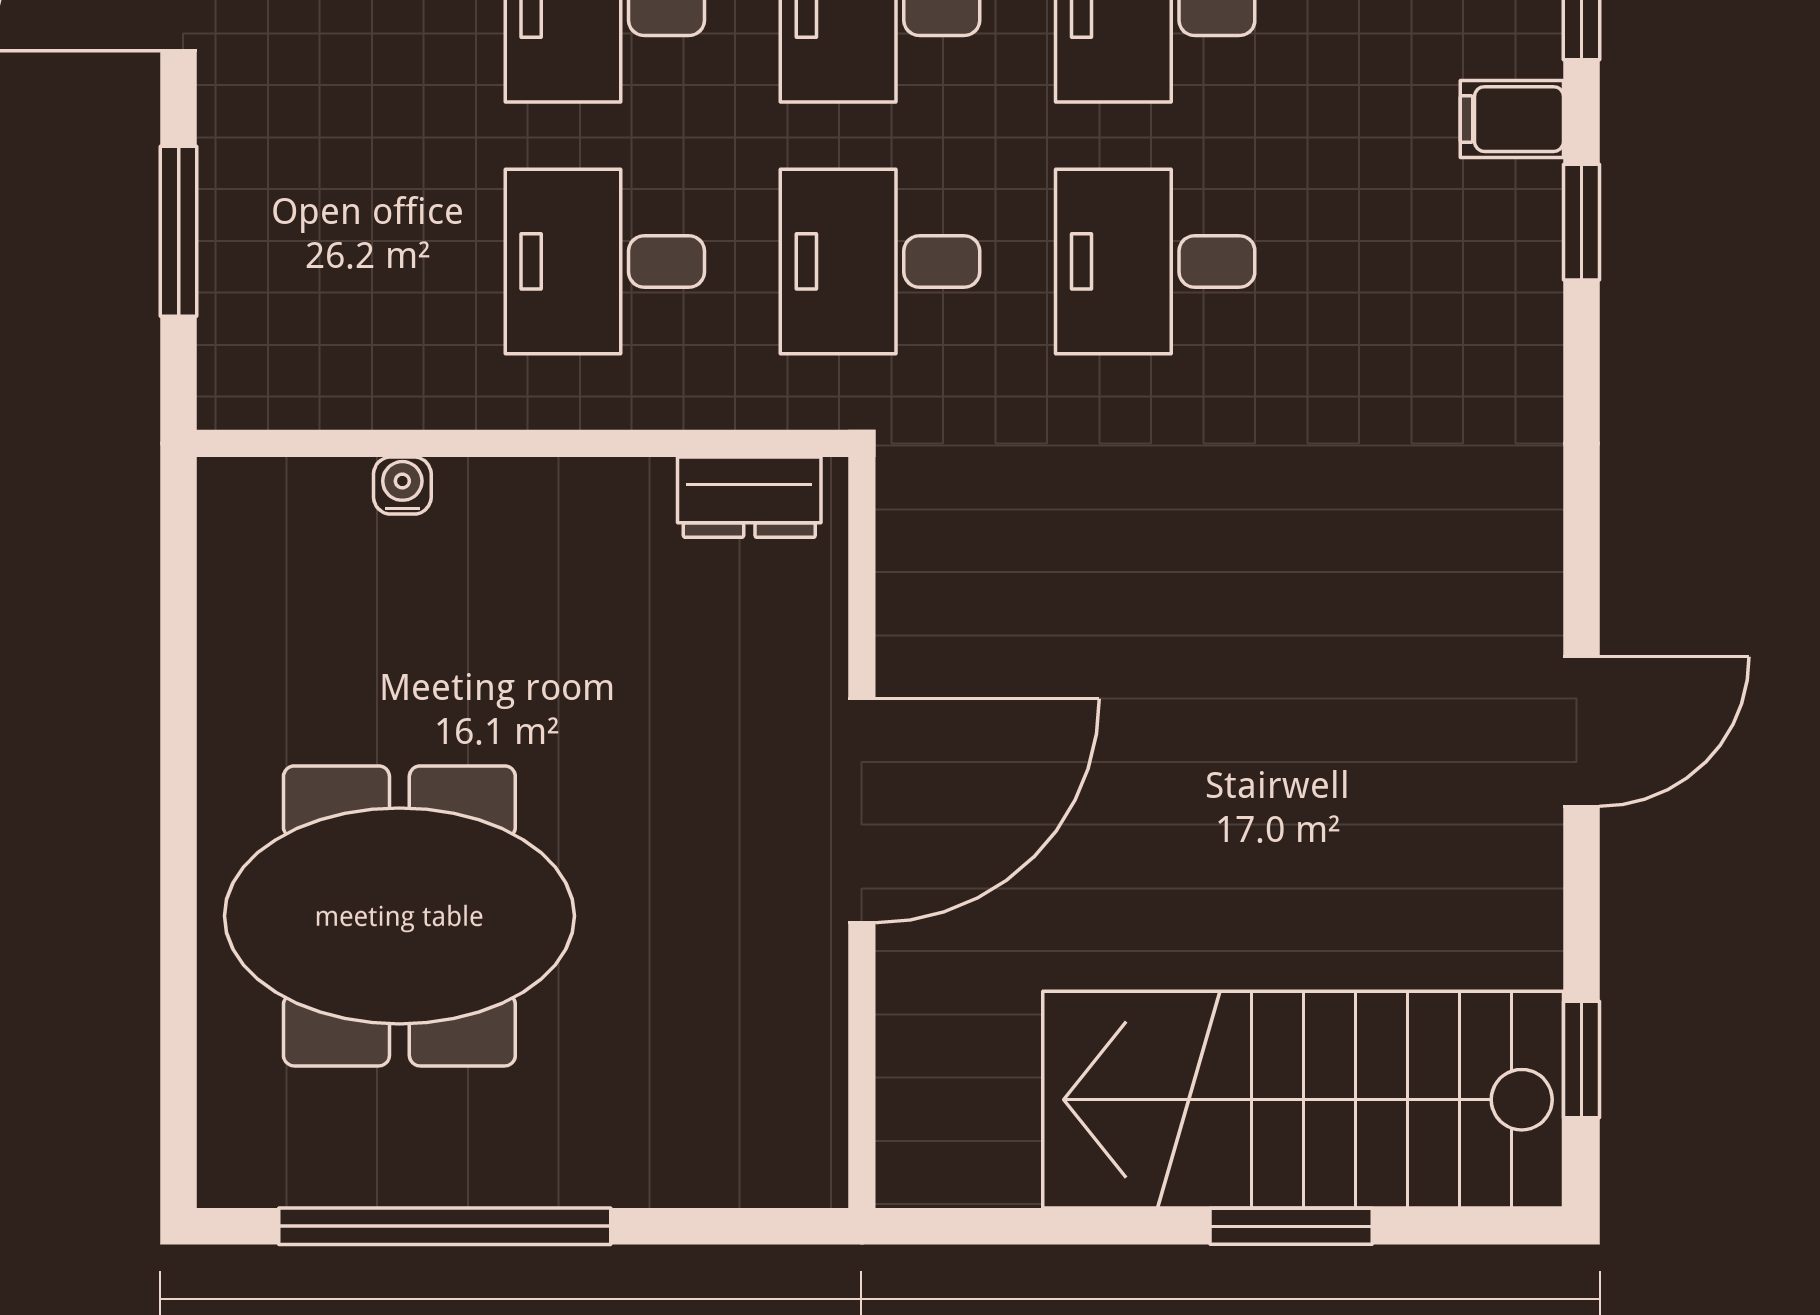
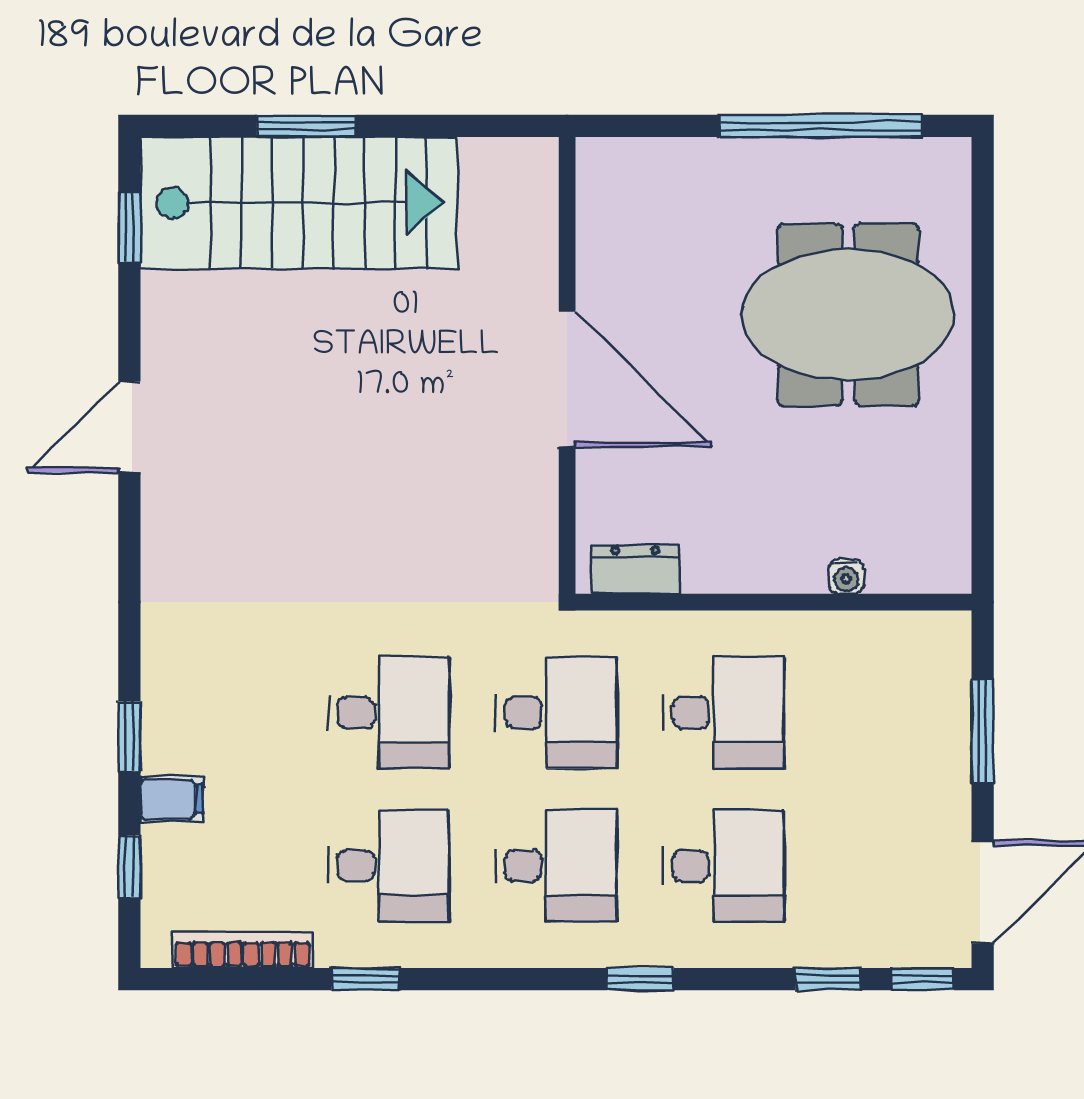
door: (862, 811) -> (567, 379), swing flipped

